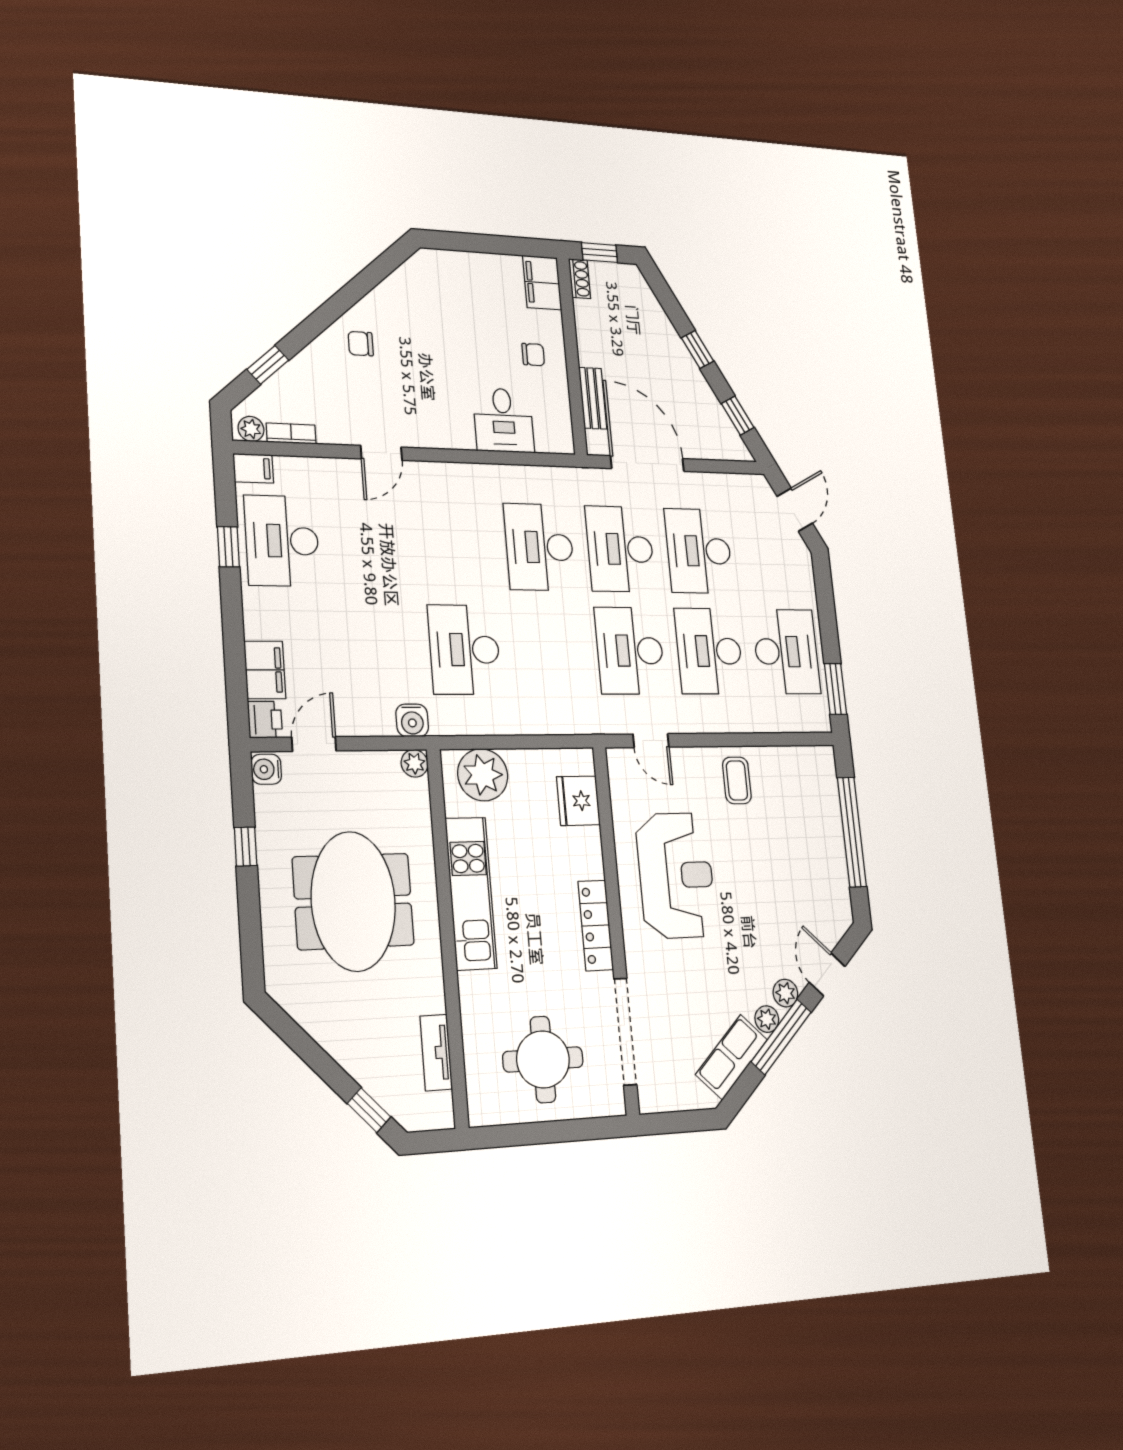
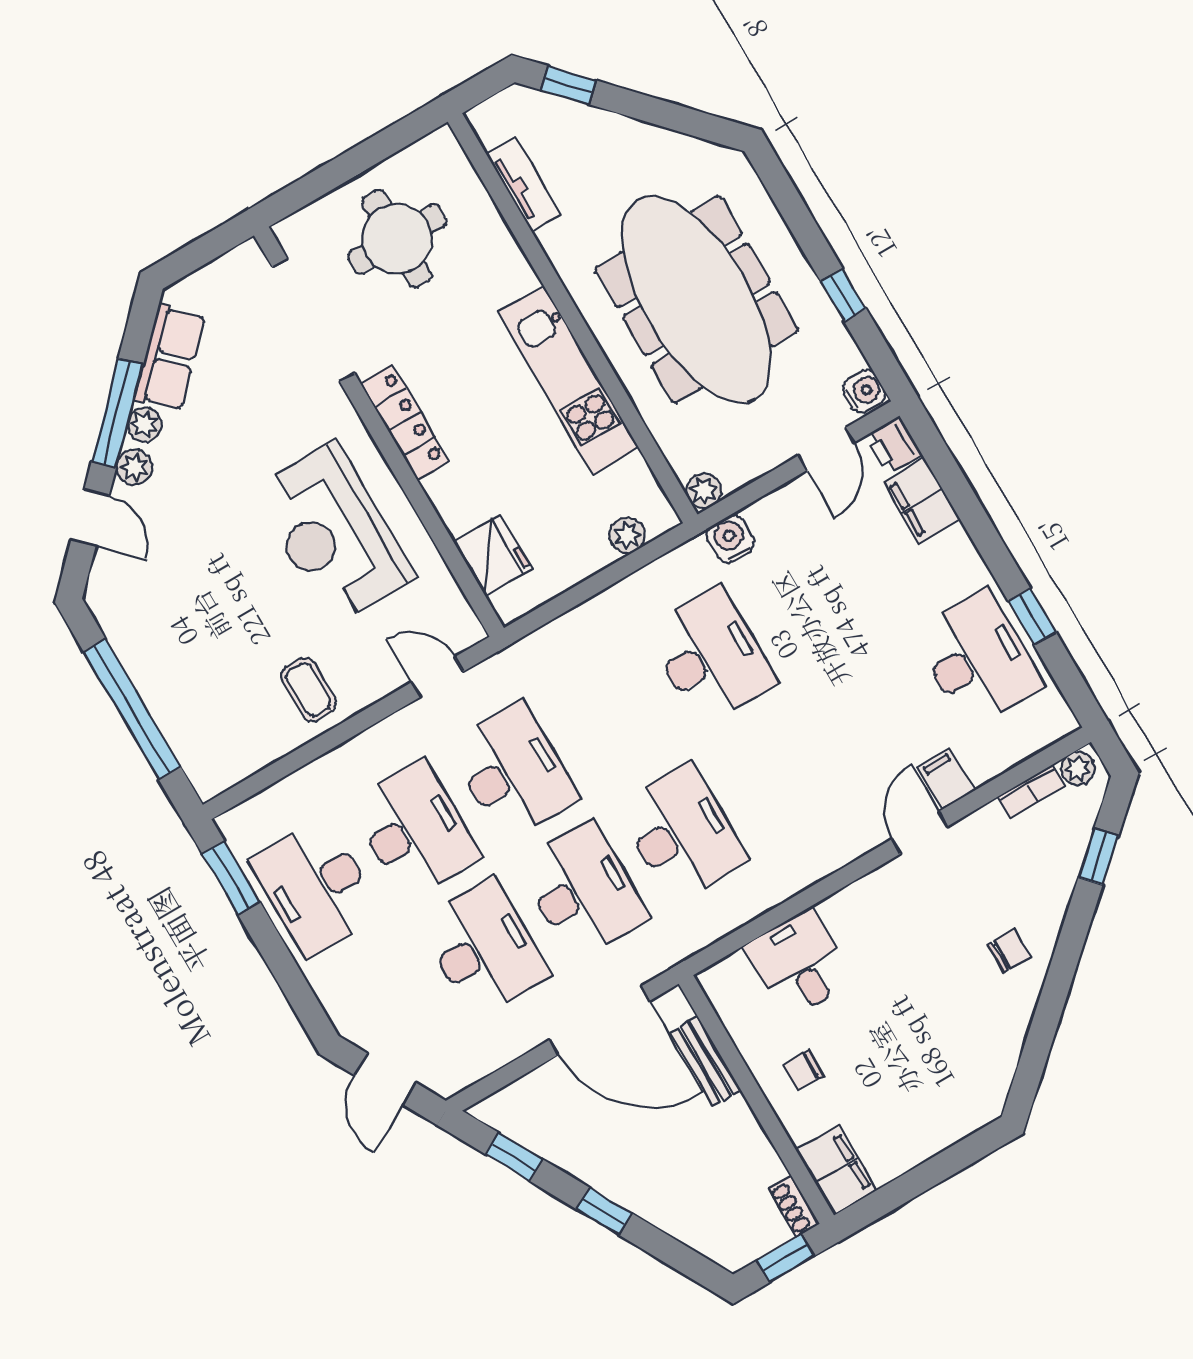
filing cabinet: (253, 468) -> (946, 779), moved, turned 90
plant: (483, 775) -> (627, 535), width x0.53, depth x0.53
meeting table: (353, 901) -> (697, 299), width x1.36

